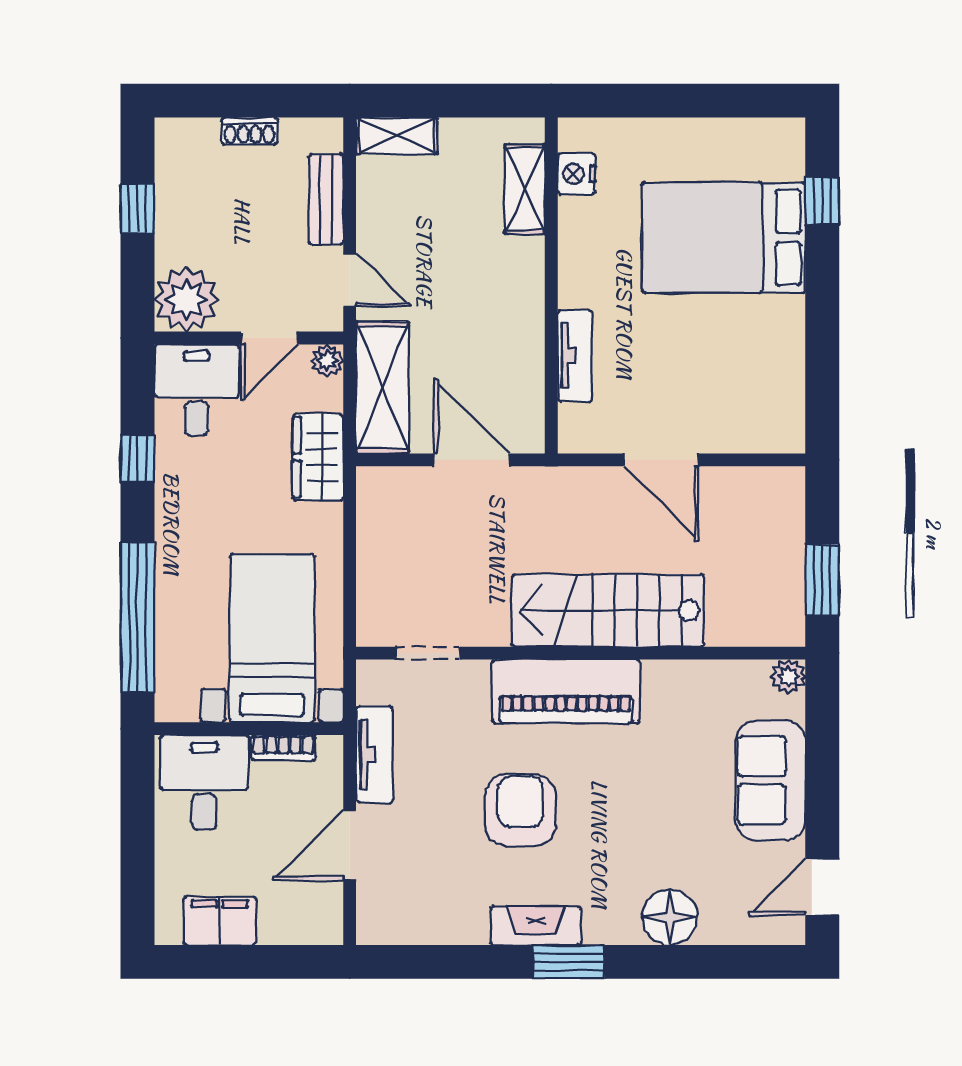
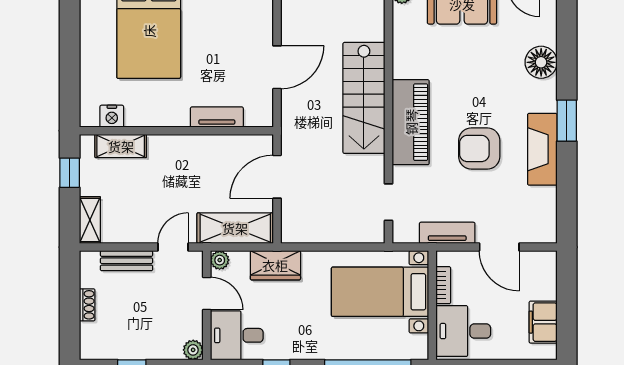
window: (479, 101) -> (70, 173), added
plant: (187, 299) -> (193, 350), width x0.53, depth x0.53
fireplace: (536, 926) -> (542, 149), width x1.37, depth x1.32

